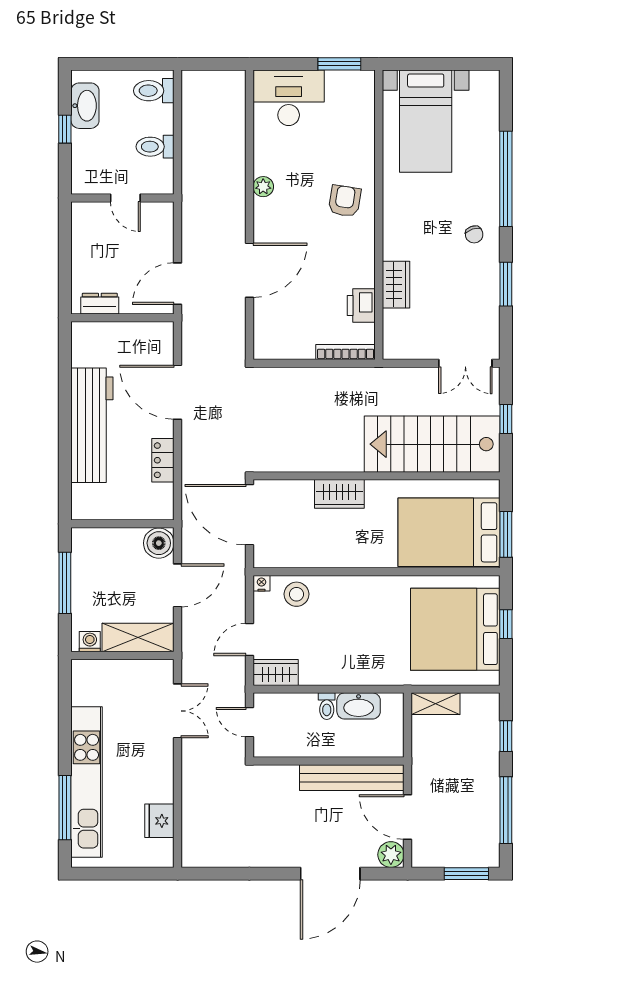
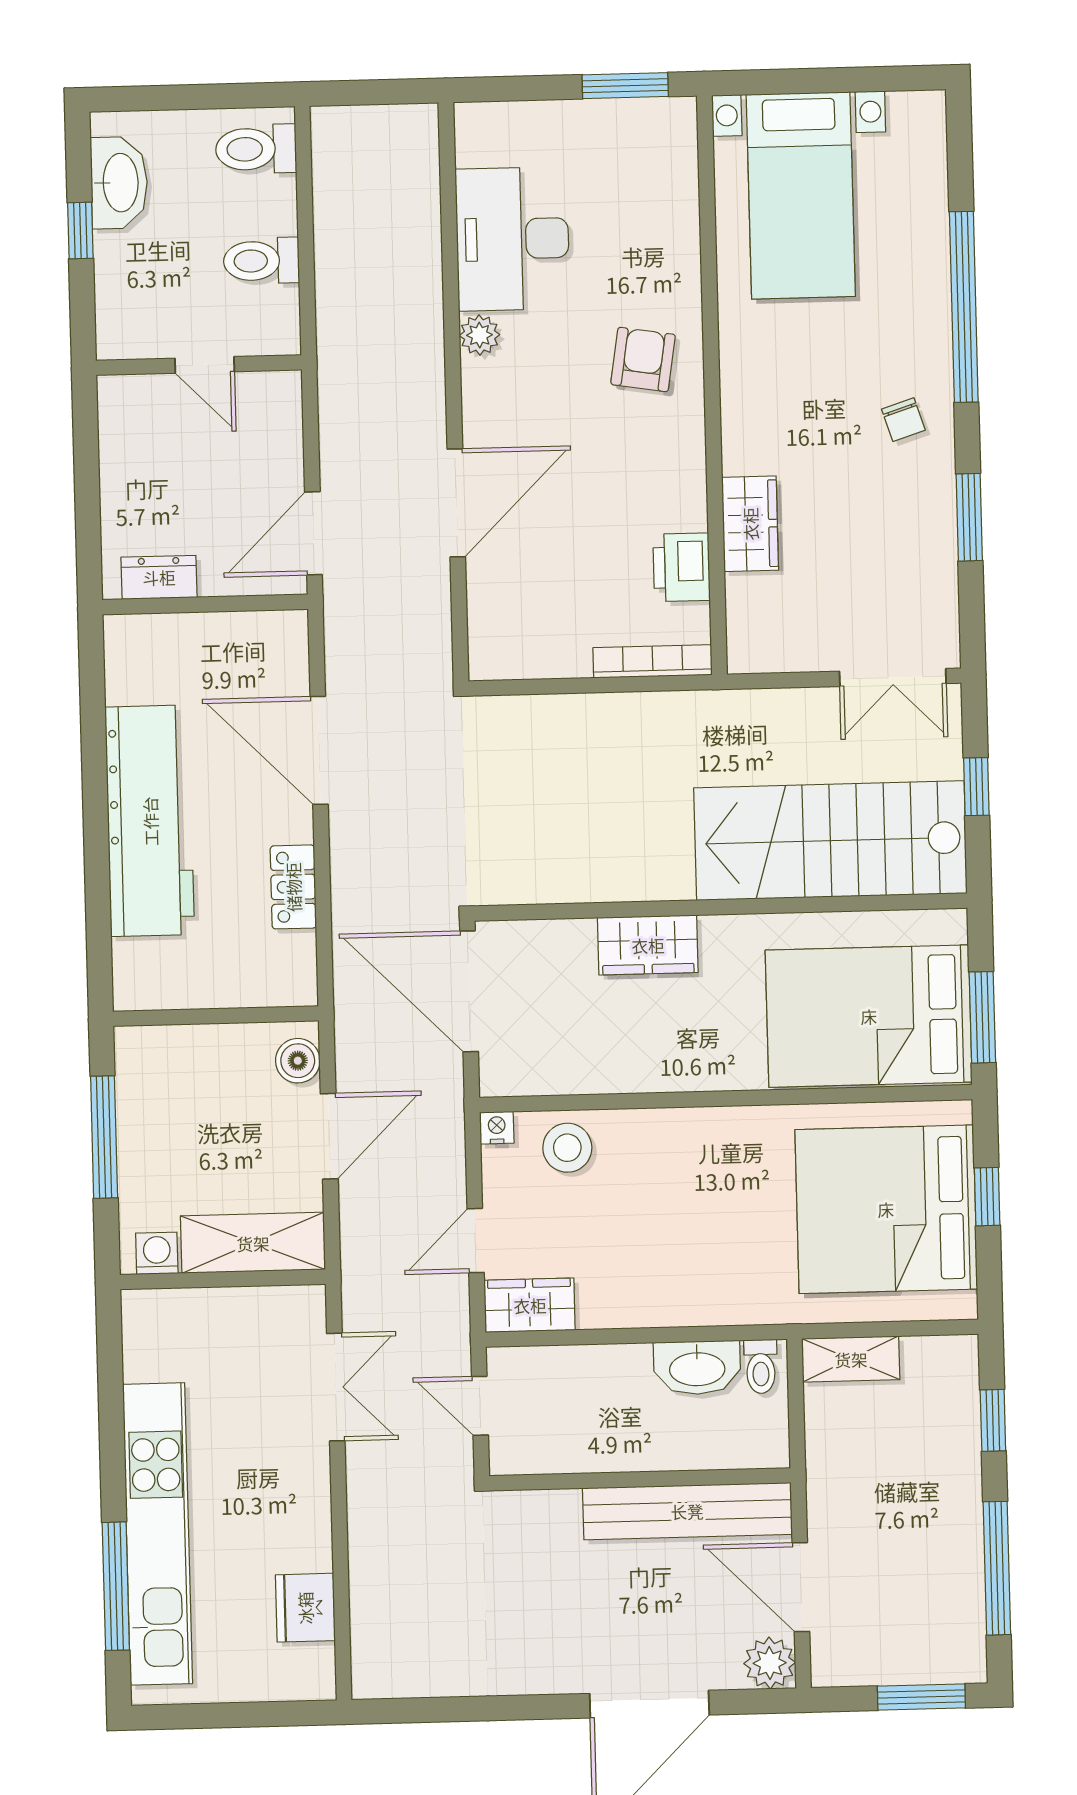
desk: (289, 98) -> (512, 239), moved, turned -90
boiler: (159, 543) -> (298, 1061), width x0.73, depth x0.73
toilet: (327, 706) -> (761, 1366), moved

